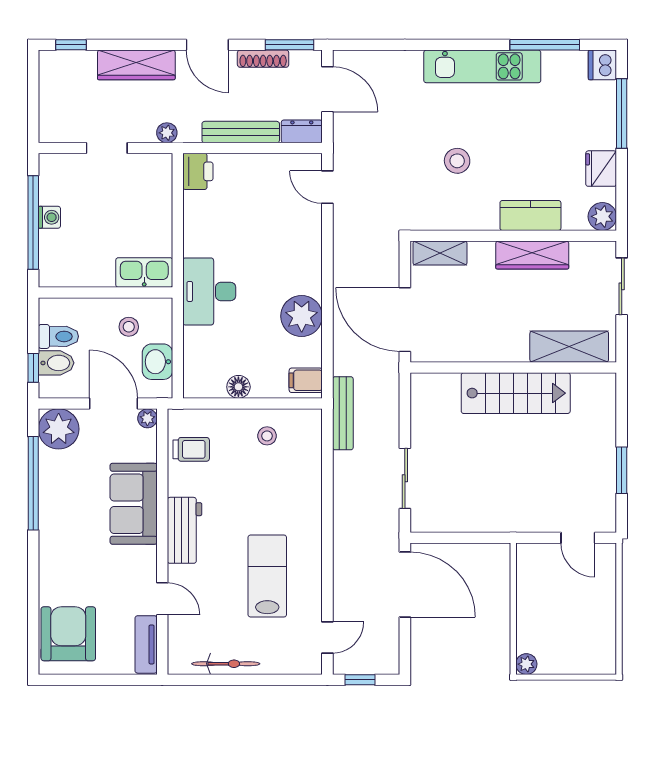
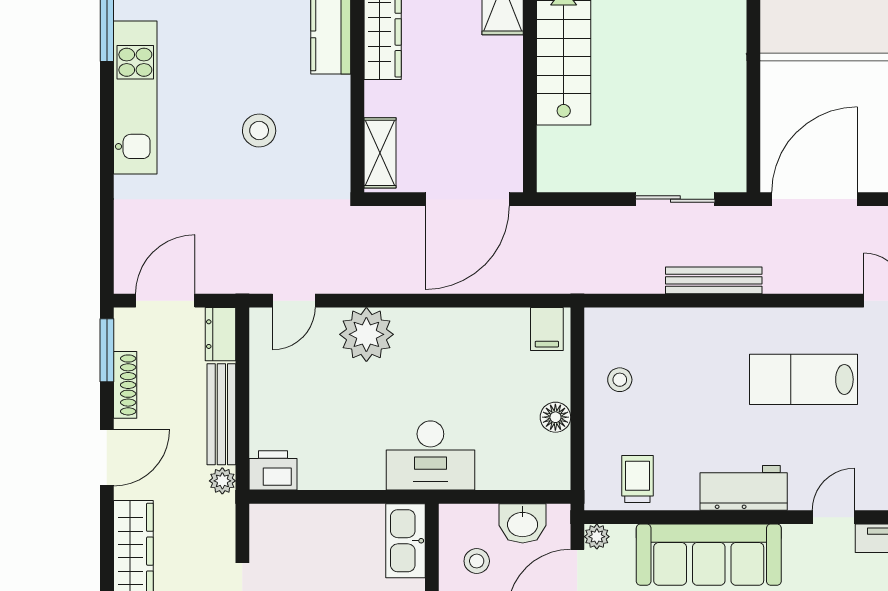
plant: (167, 133) -> (222, 481), moved
plant: (302, 316) -> (366, 334), moved
bench: (343, 413) -> (714, 280), moved
sofa: (134, 504) -> (709, 555), width x1.36

